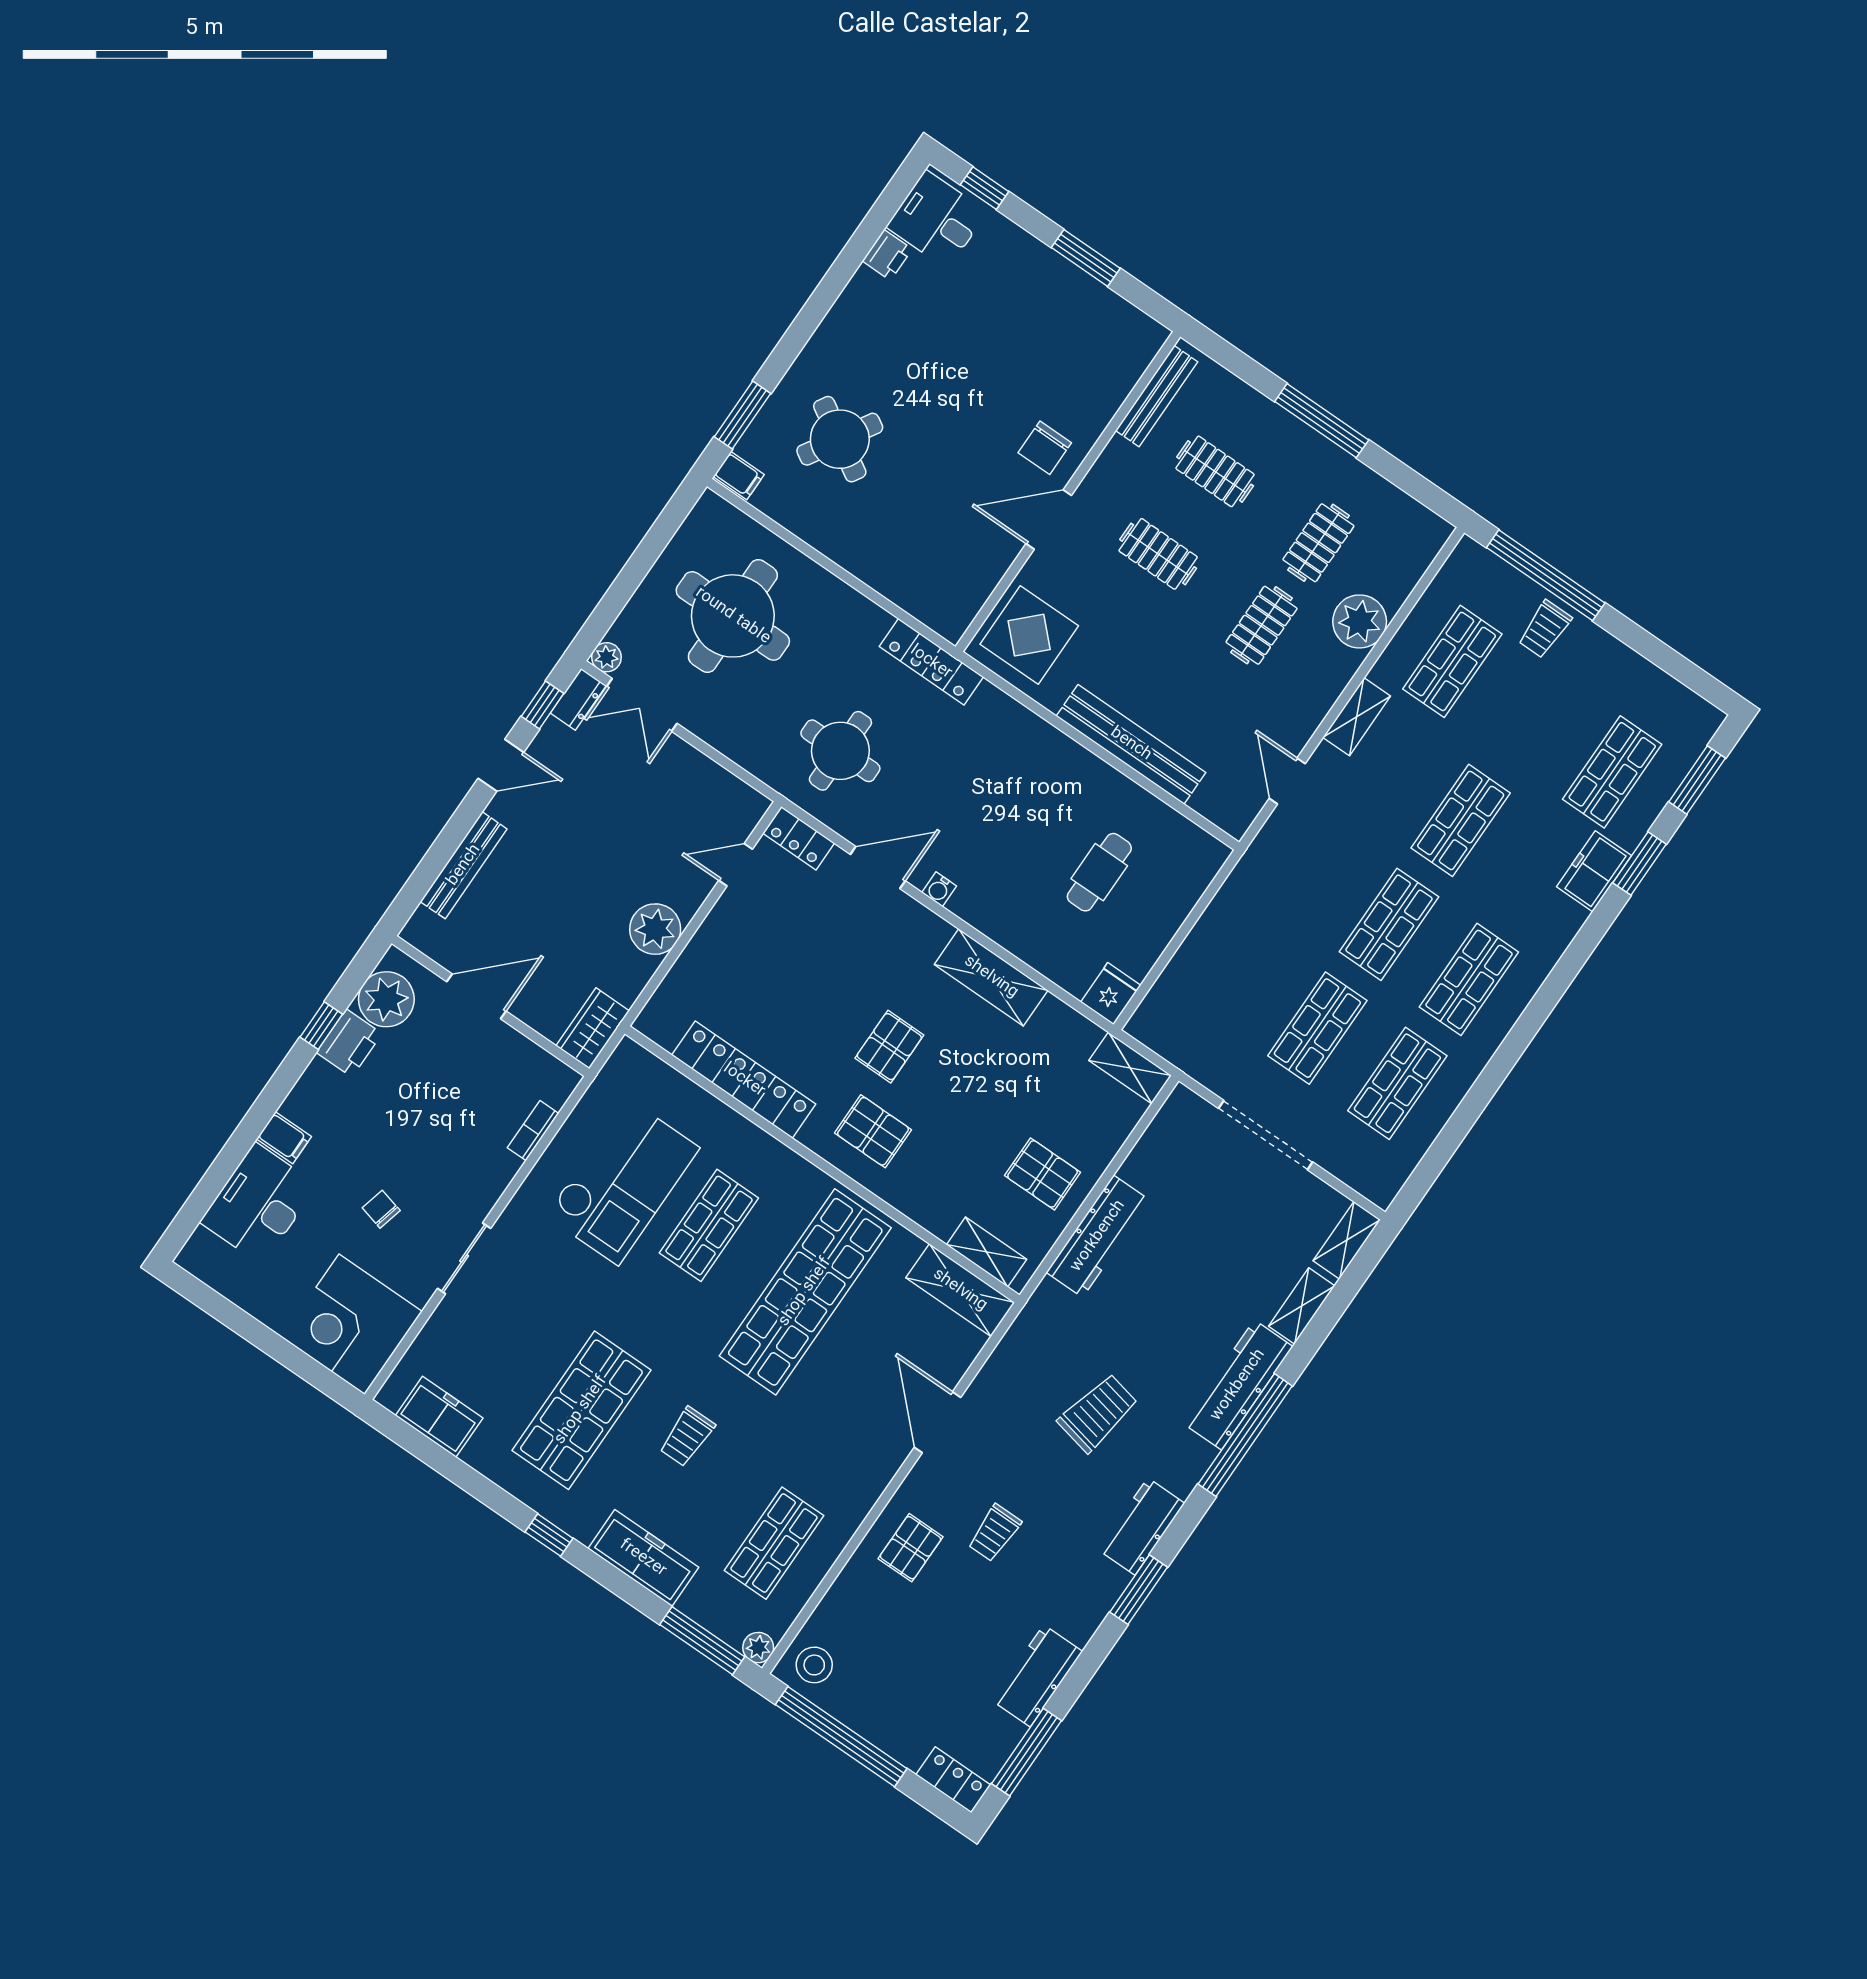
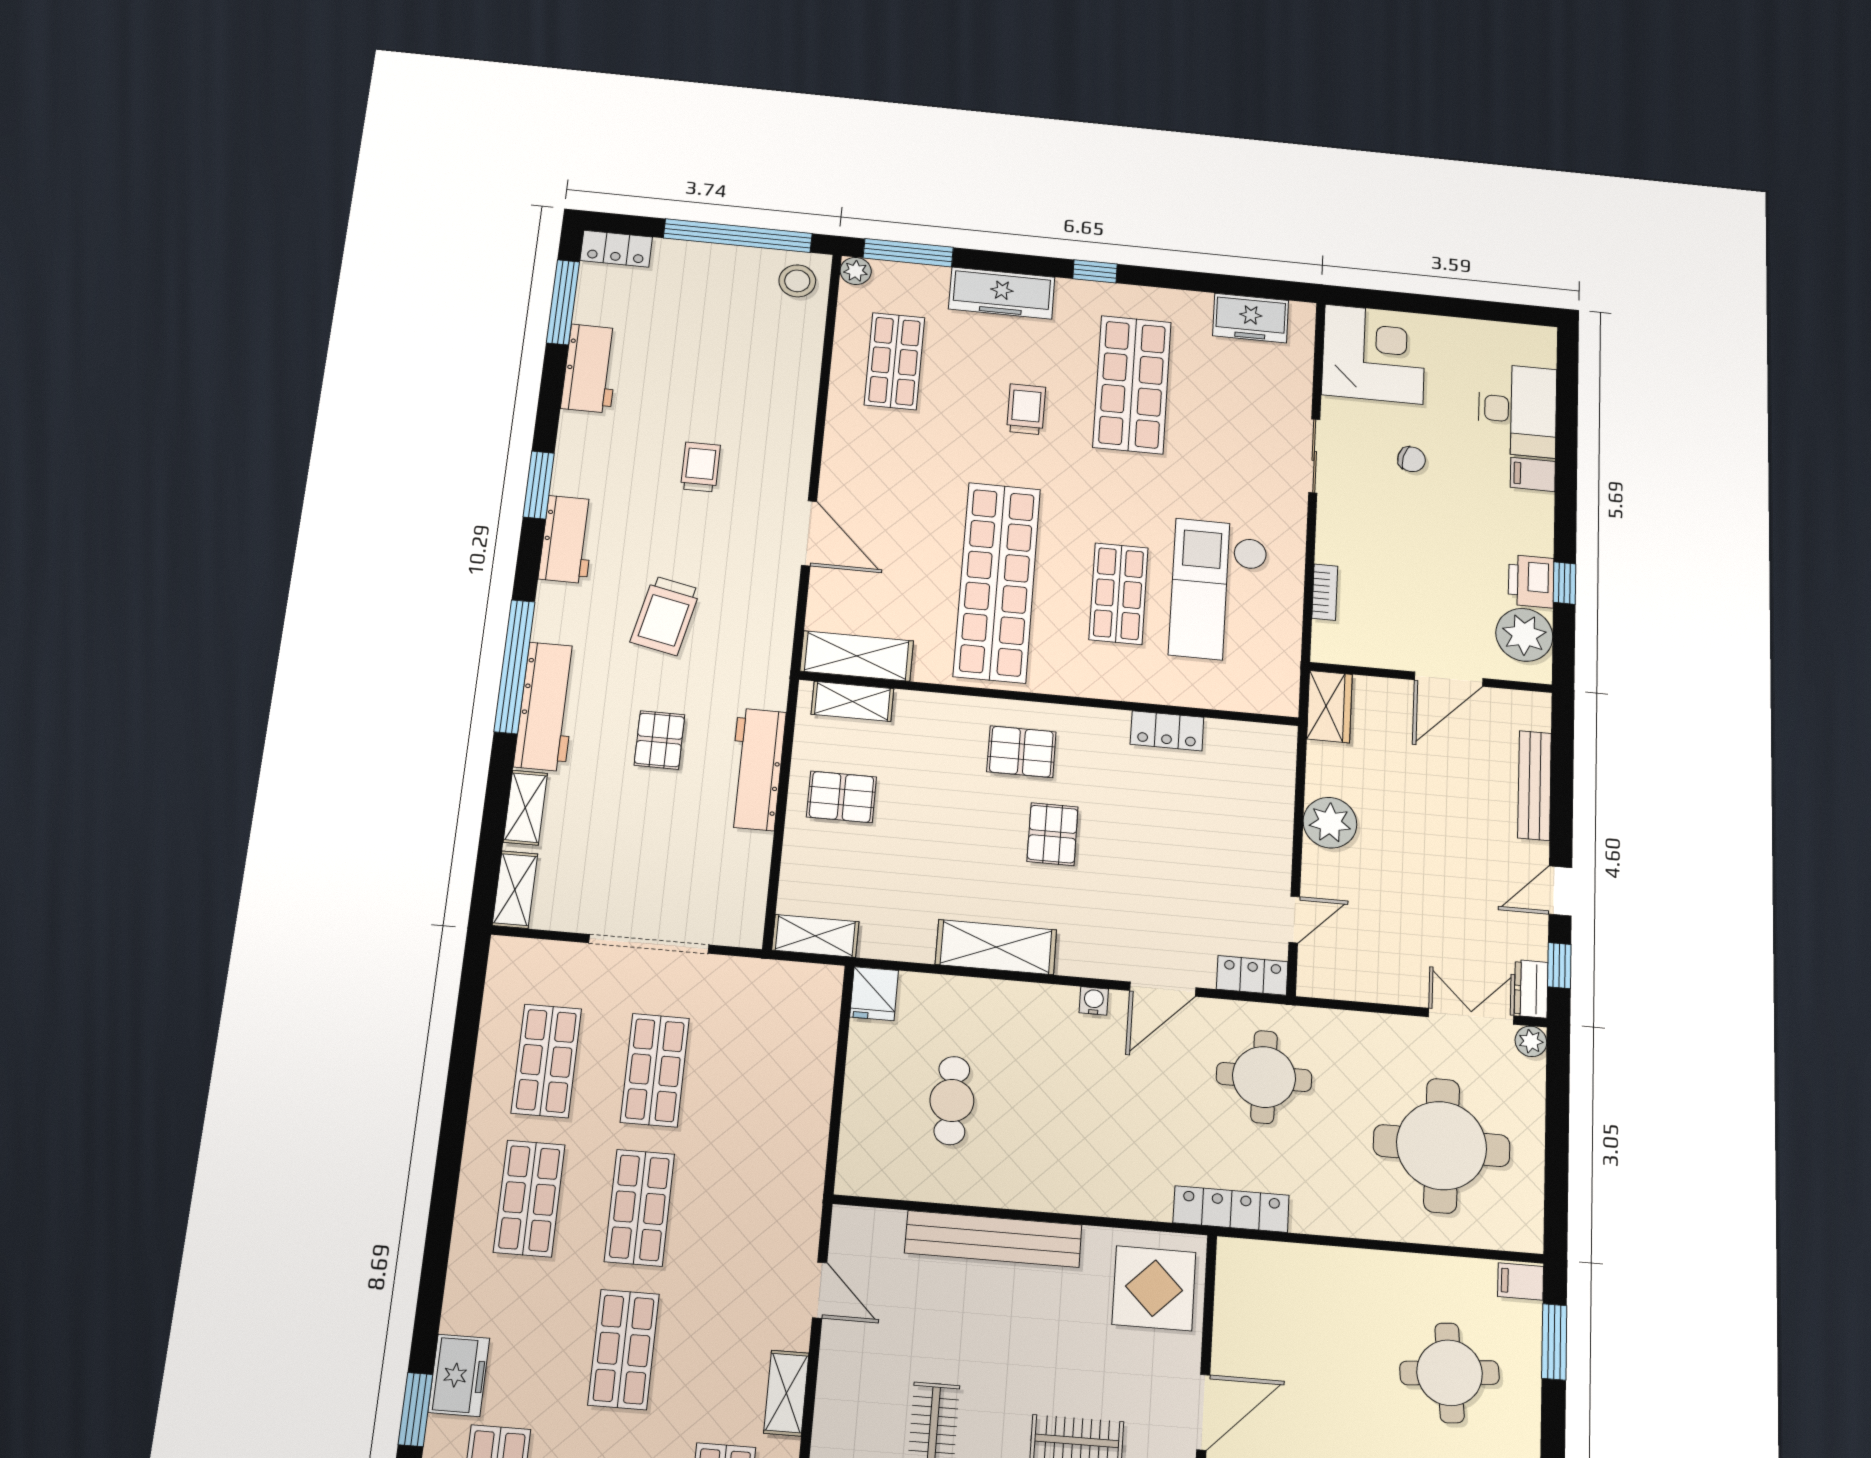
round table: (840, 439) -> (1449, 1373), turned -36
locker: (744, 1080) -> (1167, 731), width x0.46, depth x0.83
pallet: (910, 1548) -> (659, 740), moved

